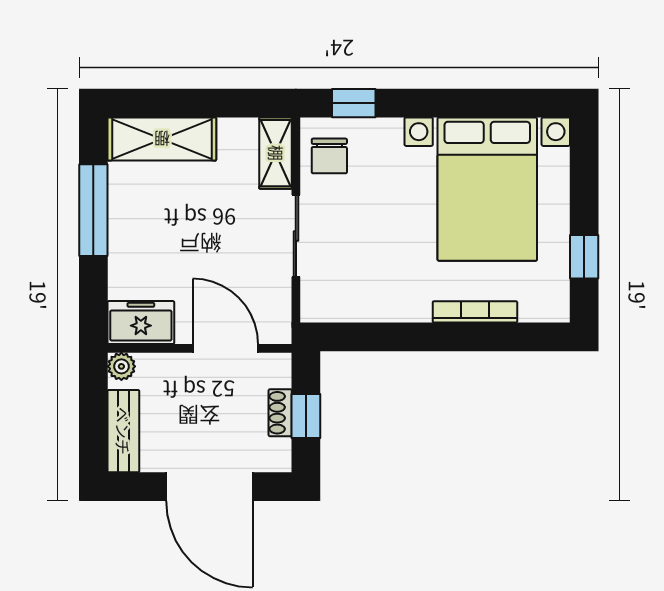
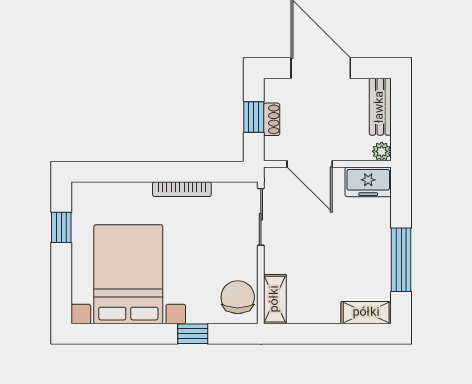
window: (354, 103) -> (193, 334), moved
shelving: (162, 139) -> (366, 313), width x0.67, depth x0.75
chair: (329, 156) -> (238, 297), width x1.37, depth x1.37
sliding door: (296, 236) -> (261, 217), moved
bookcase: (475, 312) -> (182, 189), moved

